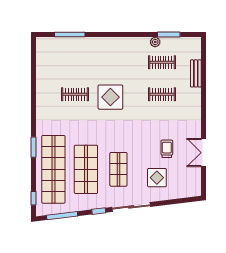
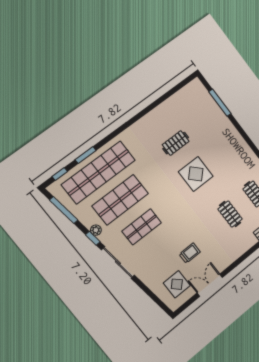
clothes rail: (75, 94) -> (176, 143), turned 90
window: (34, 147) -> (86, 155), moved
display table: (157, 178) -> (177, 284), moved
plant: (95, 204) -> (96, 230), added

